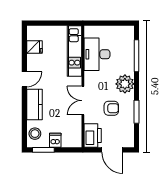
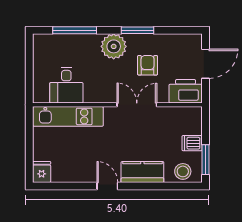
fridge: (34, 47) -> (42, 172), moved
desk: (97, 54) -> (66, 85), width x0.73
double door: (83, 101) -> (137, 105), swing flipped
window: (136, 112) -> (137, 30), moved

